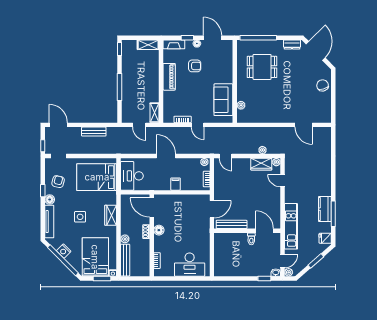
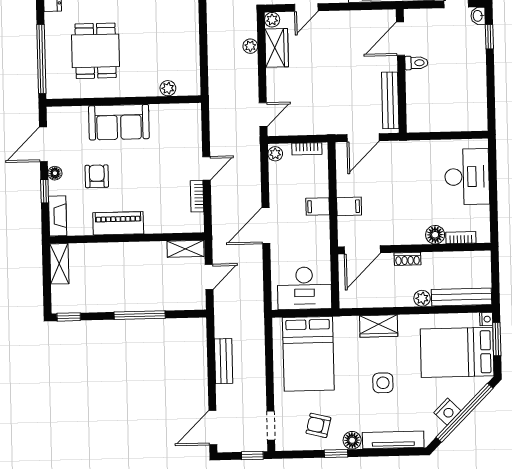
sofa: (223, 100) -> (119, 122), moved
filing cabinet: (175, 201) -> (349, 206), added
door: (212, 209) -> (363, 138), swing flipped
floor lamp: (159, 230) -> (435, 235), moved

